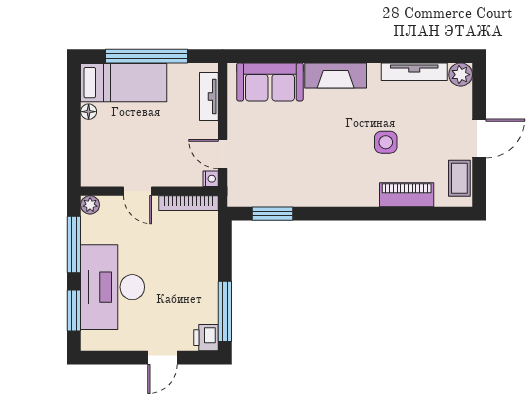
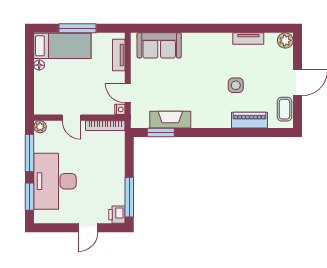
window: (147, 56) -> (77, 28), width x0.68
tv unit: (414, 72) -> (248, 39), width x0.71
fireplace: (336, 75) -> (170, 120), moved, turned 180

